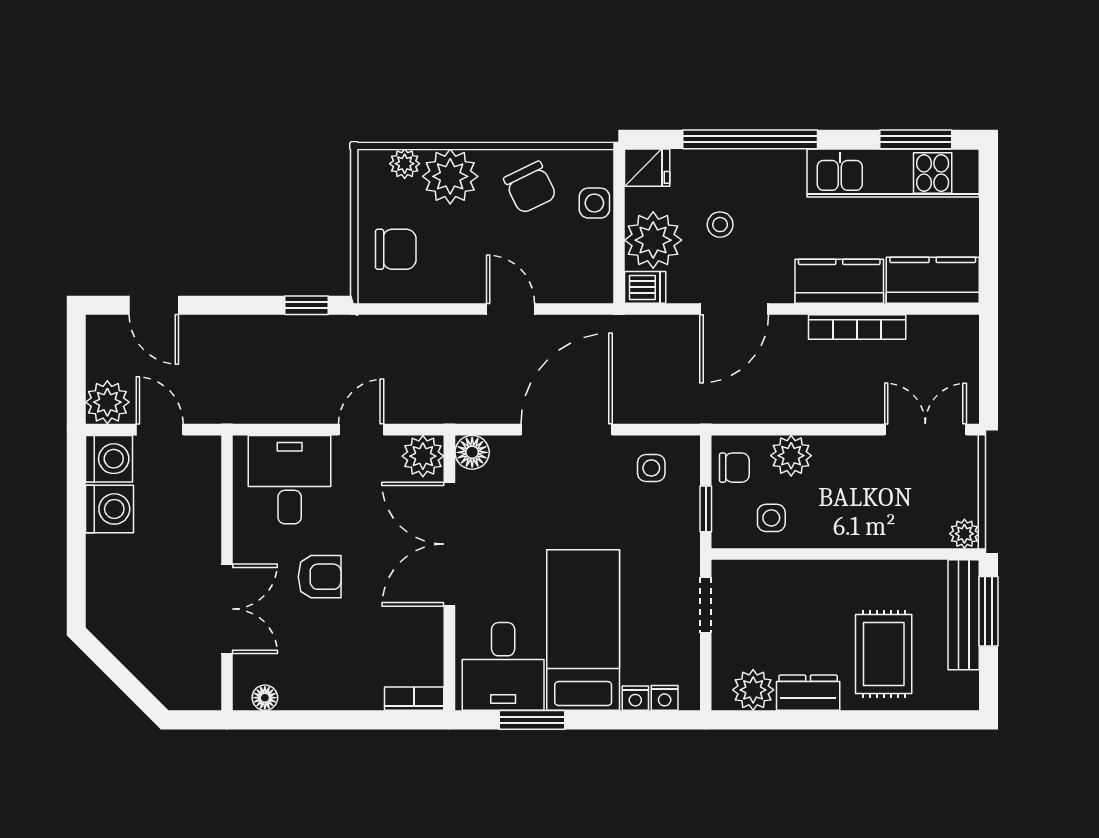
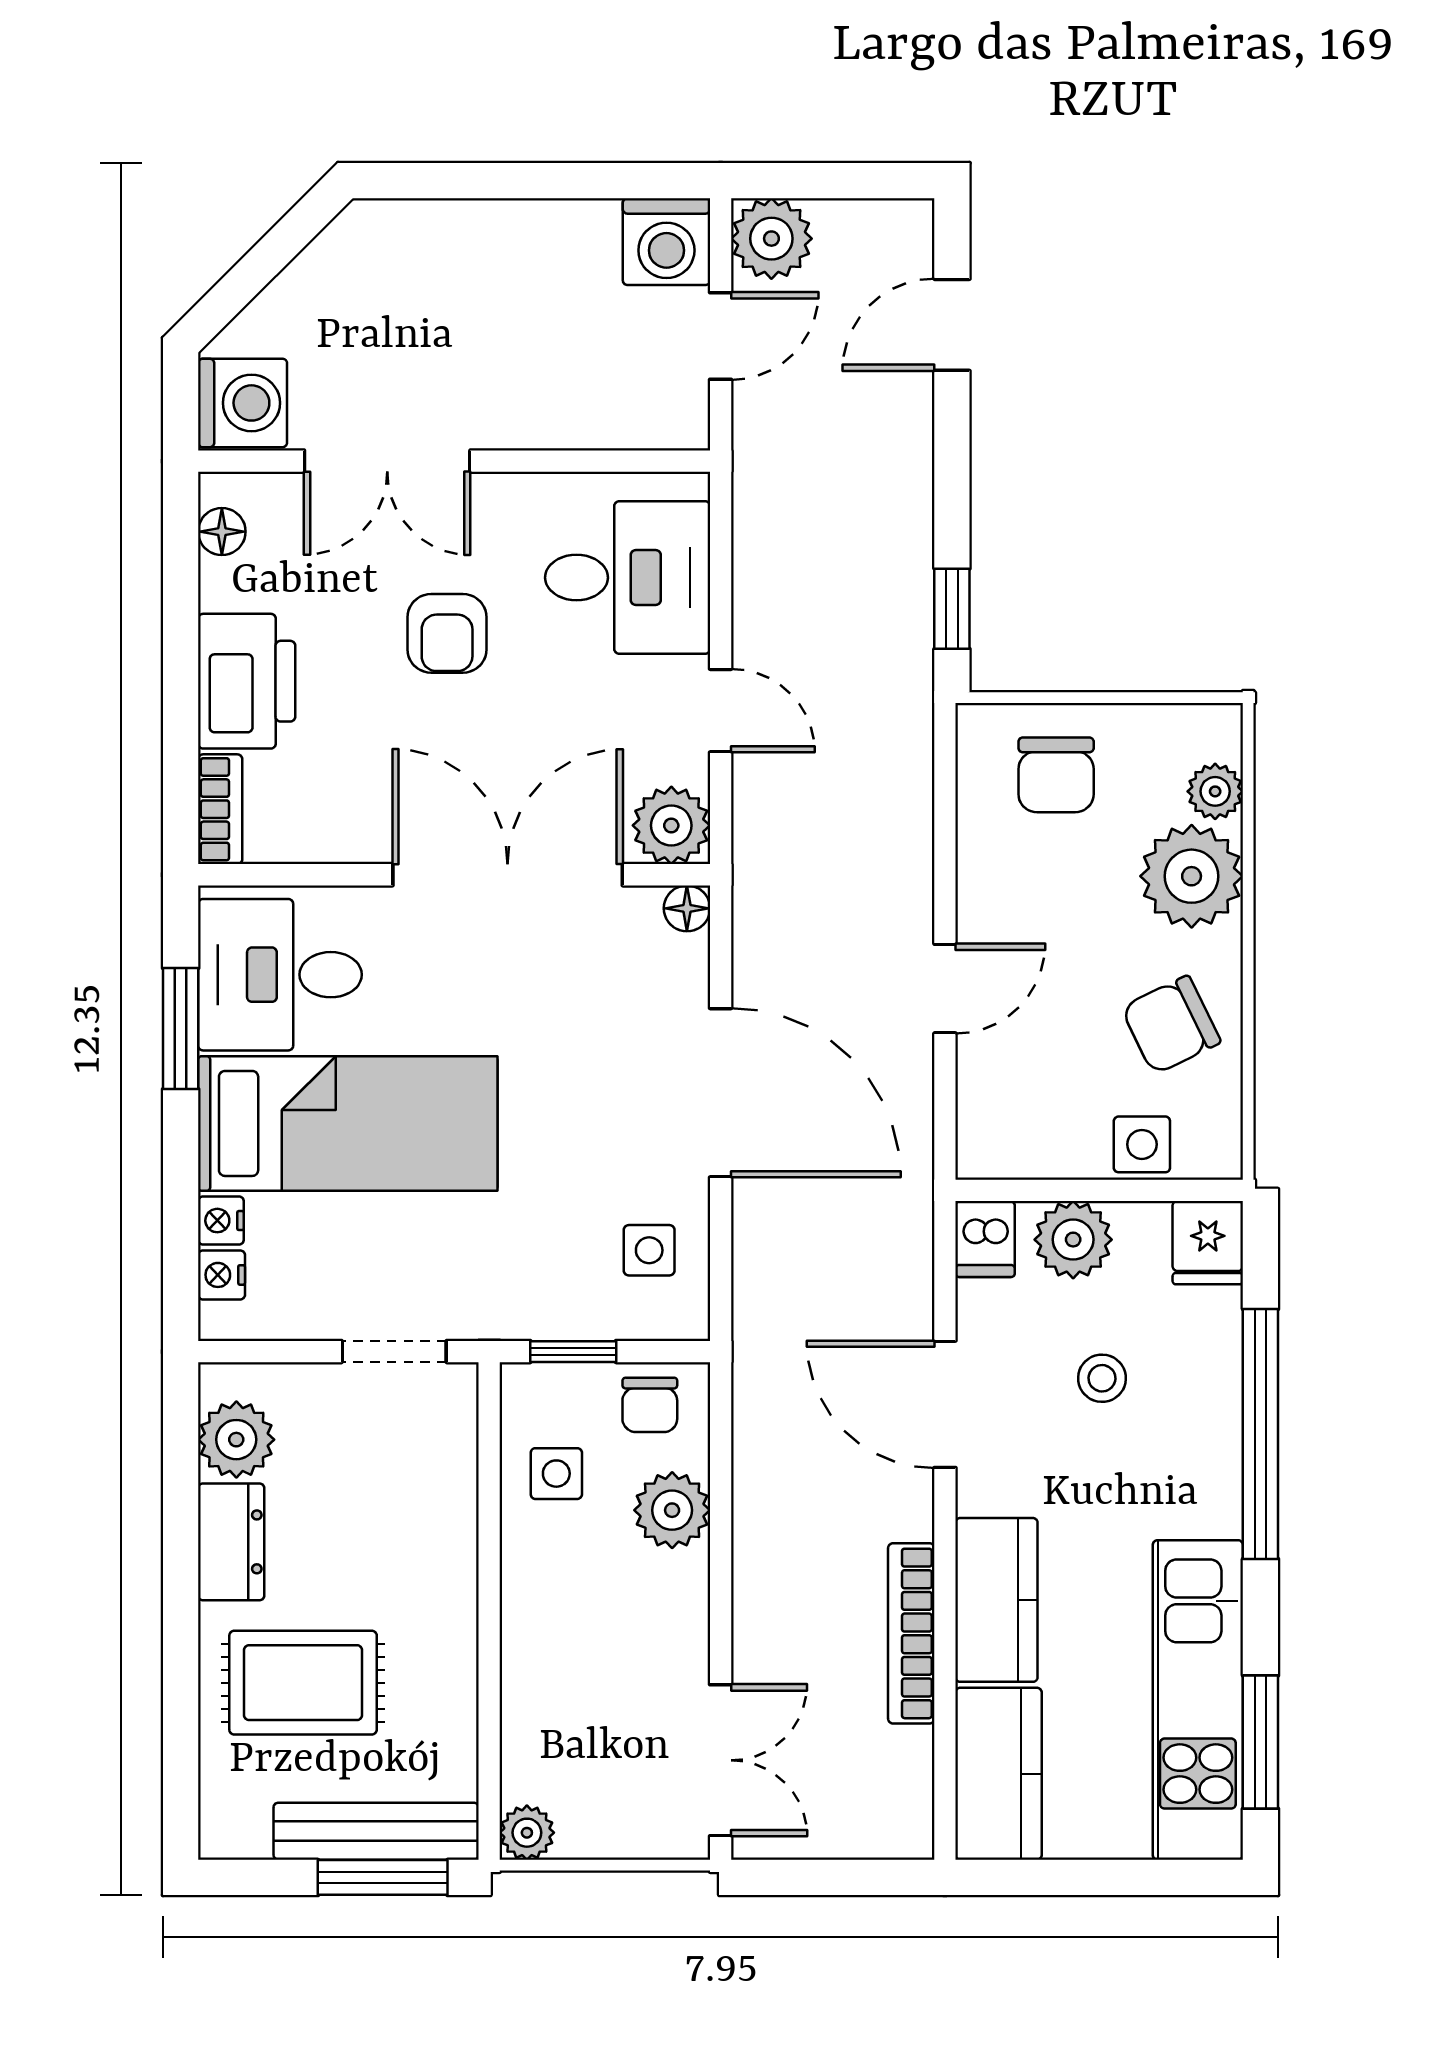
plant: (653, 240) -> (1073, 1240), width x0.73, depth x0.73
floor lamp: (472, 452) -> (687, 908), width x0.73, depth x0.73
washing machine: (110, 509) -> (243, 403), moved, turned -90
printer: (345, 684) -> (247, 681), added

